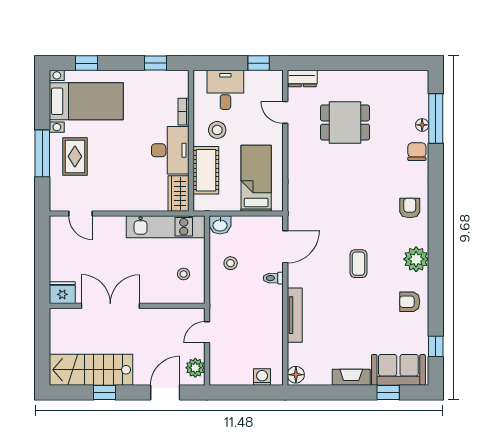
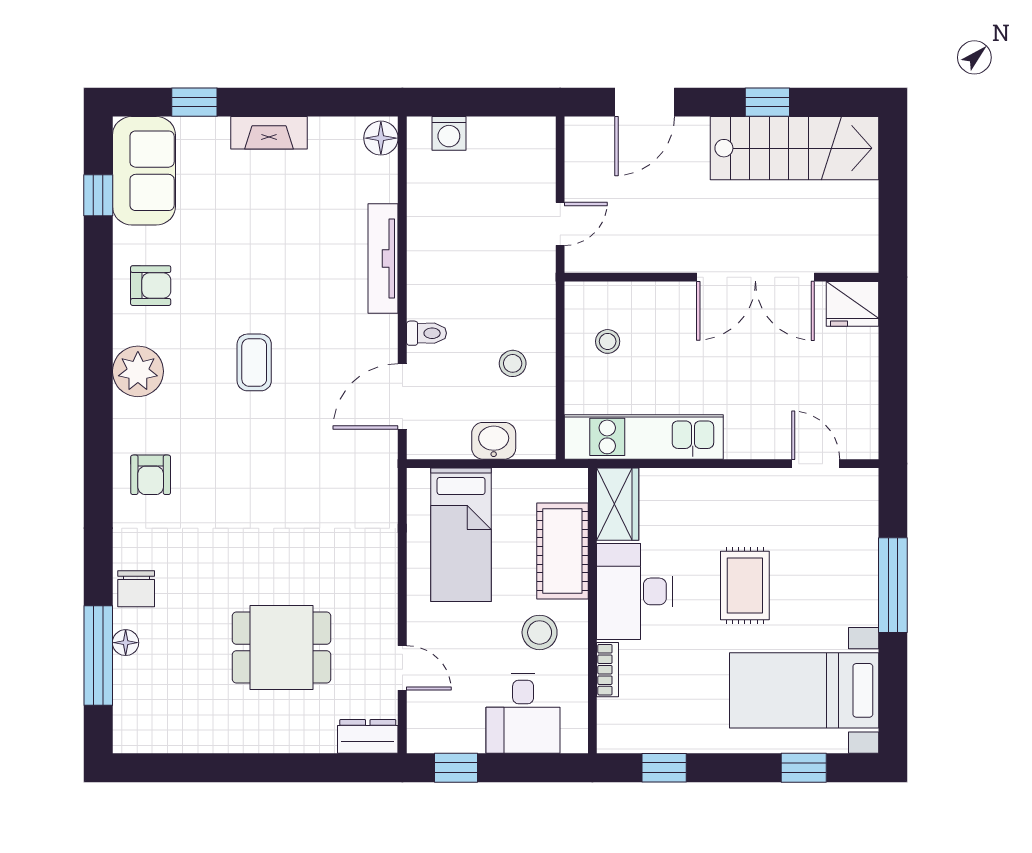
rug: (75, 156) -> (745, 586), moved
washbasin: (220, 225) -> (494, 441), moved
plant: (195, 368) -> (584, 152), removed
sofa: (398, 370) -> (144, 171), moved, turned -90

